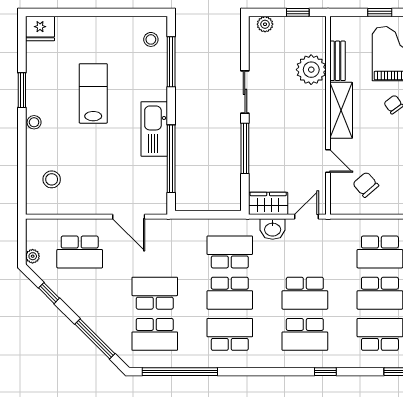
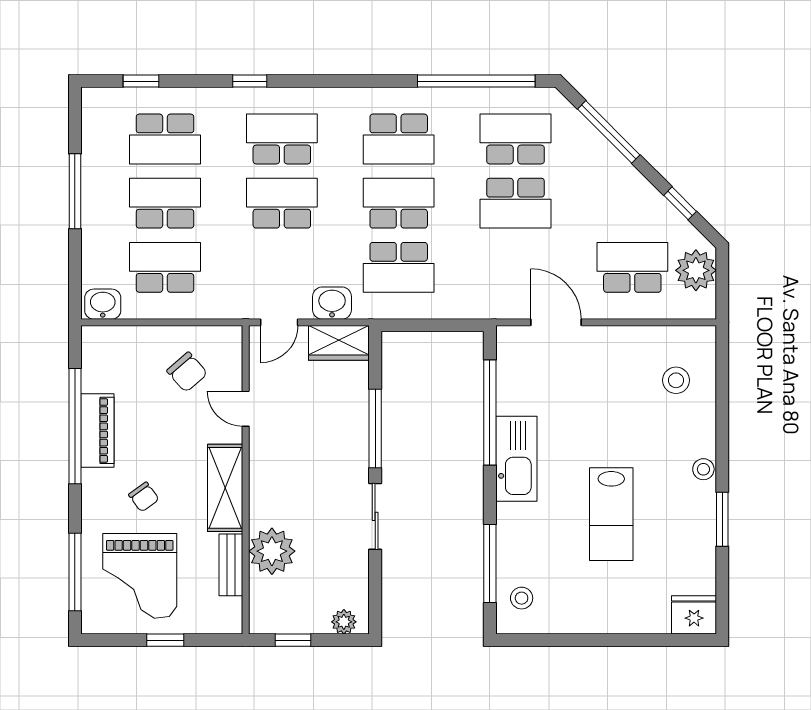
plant: (33, 256) -> (696, 270), width x1.88, depth x1.88

